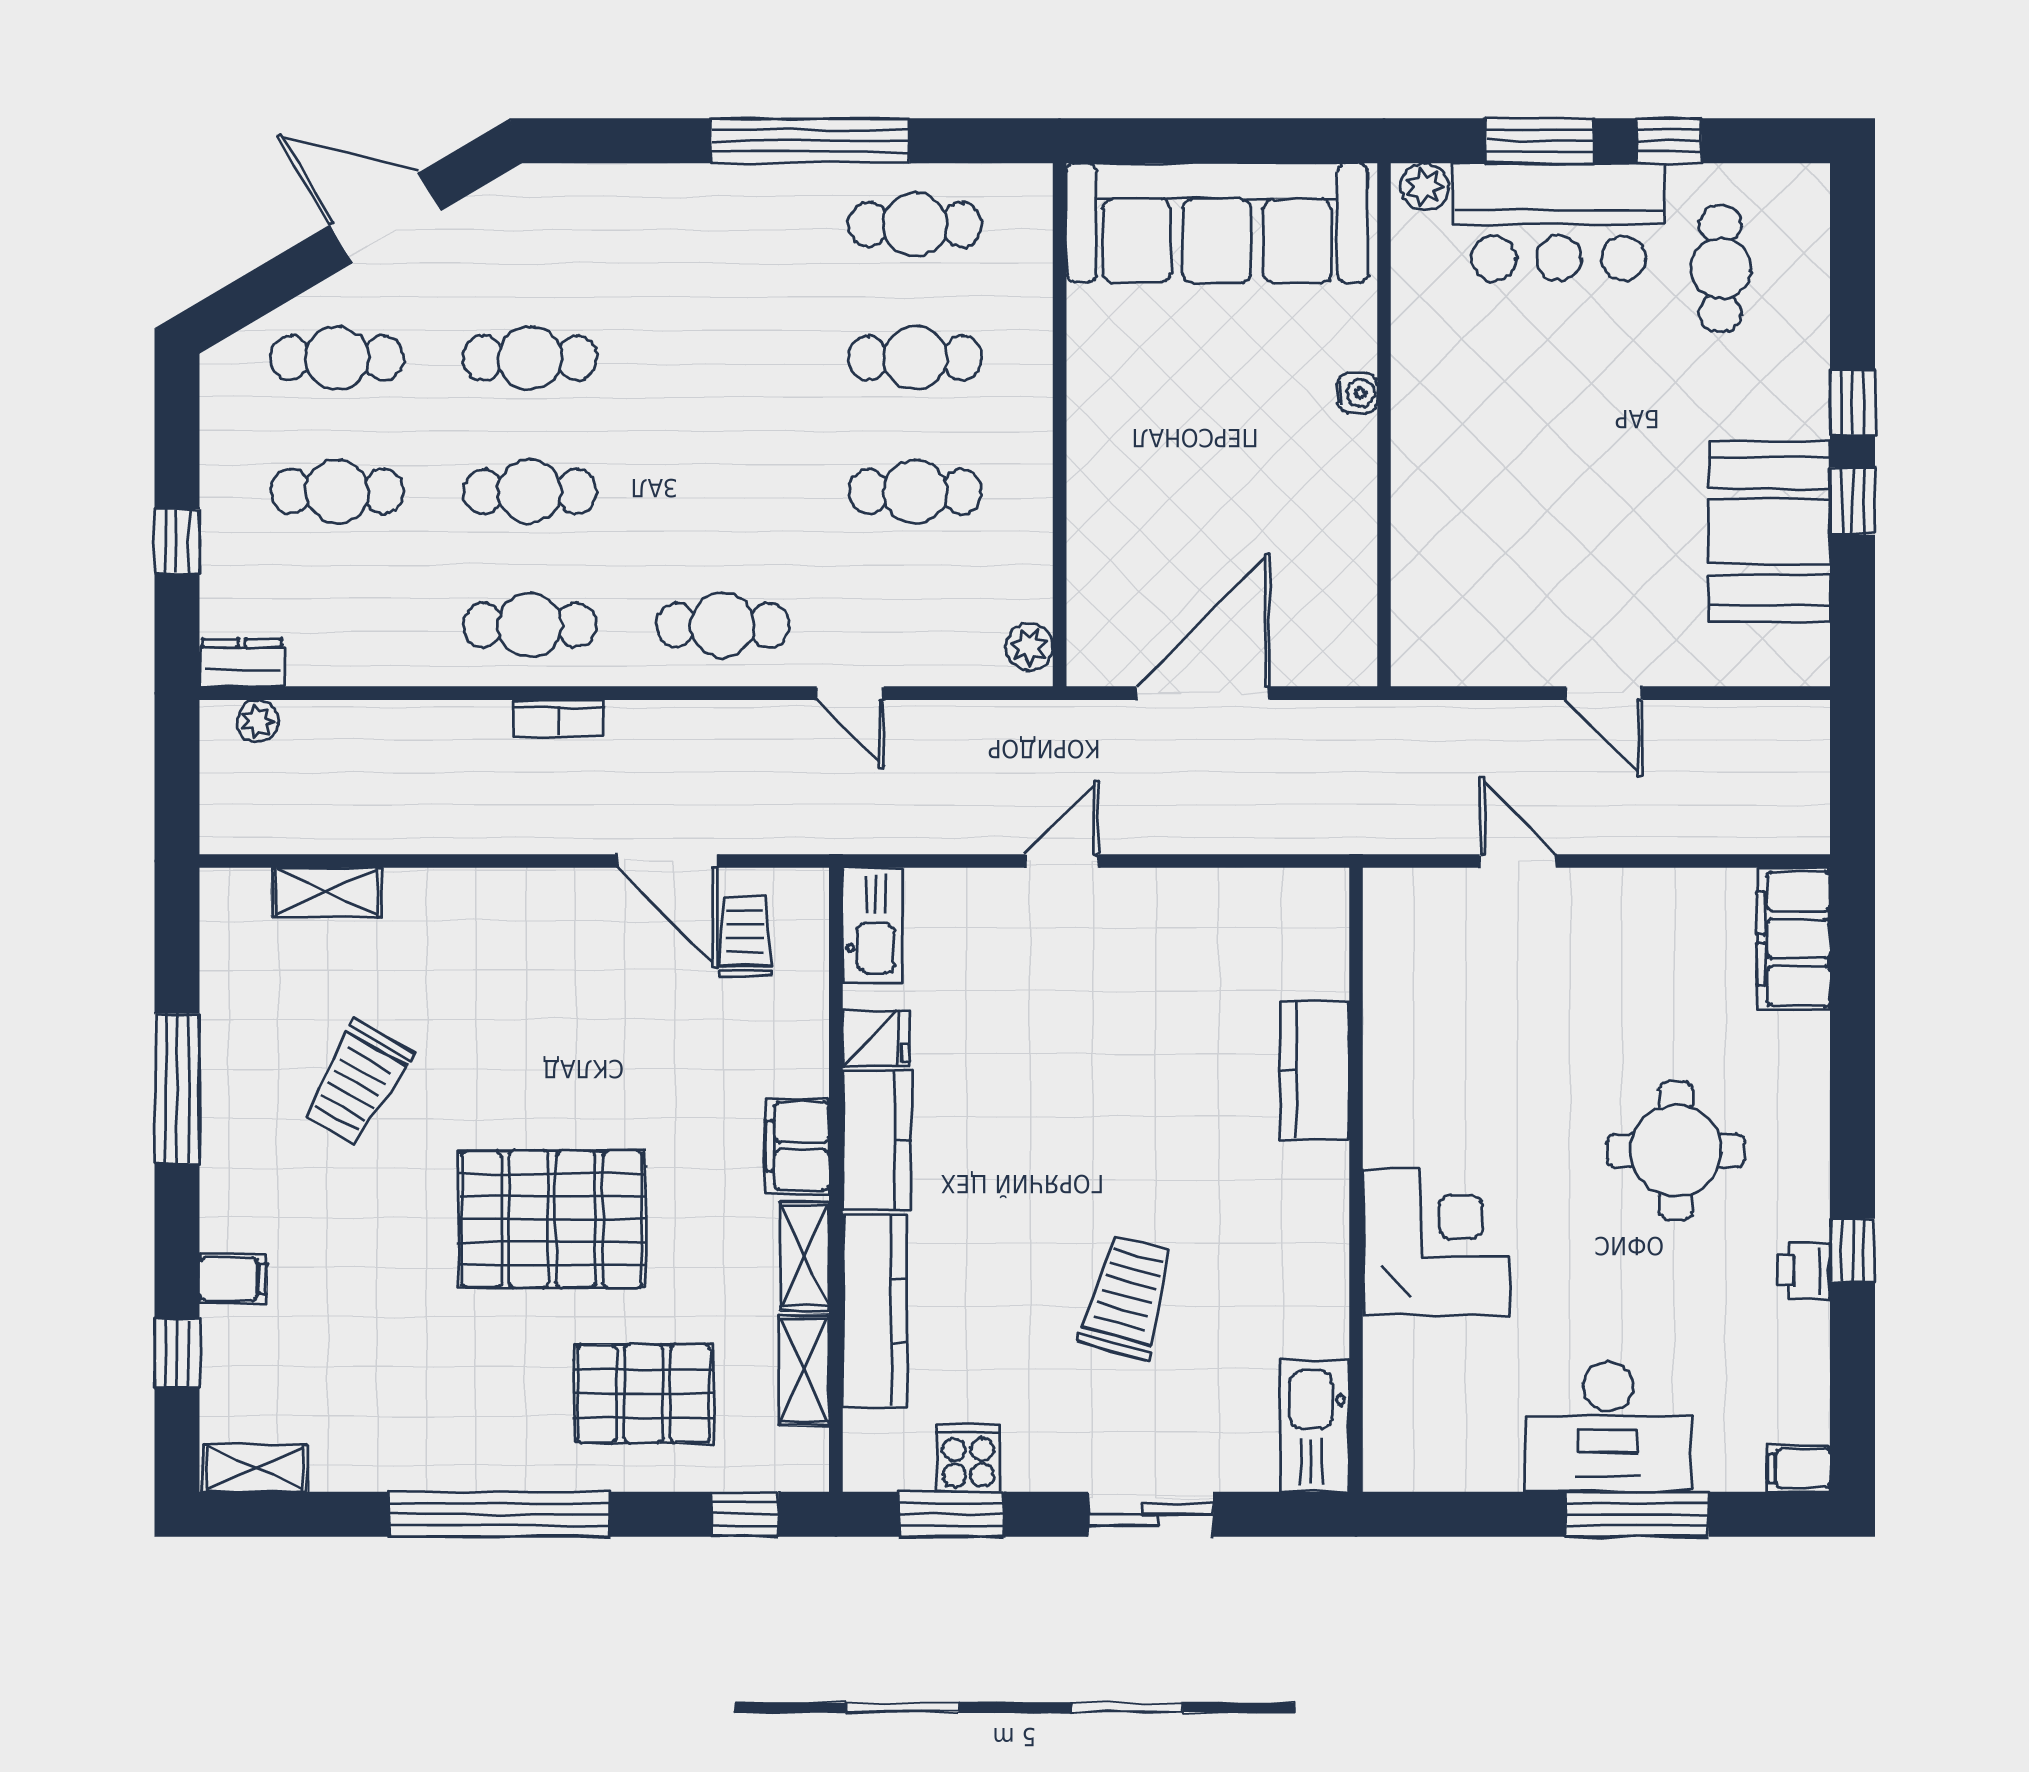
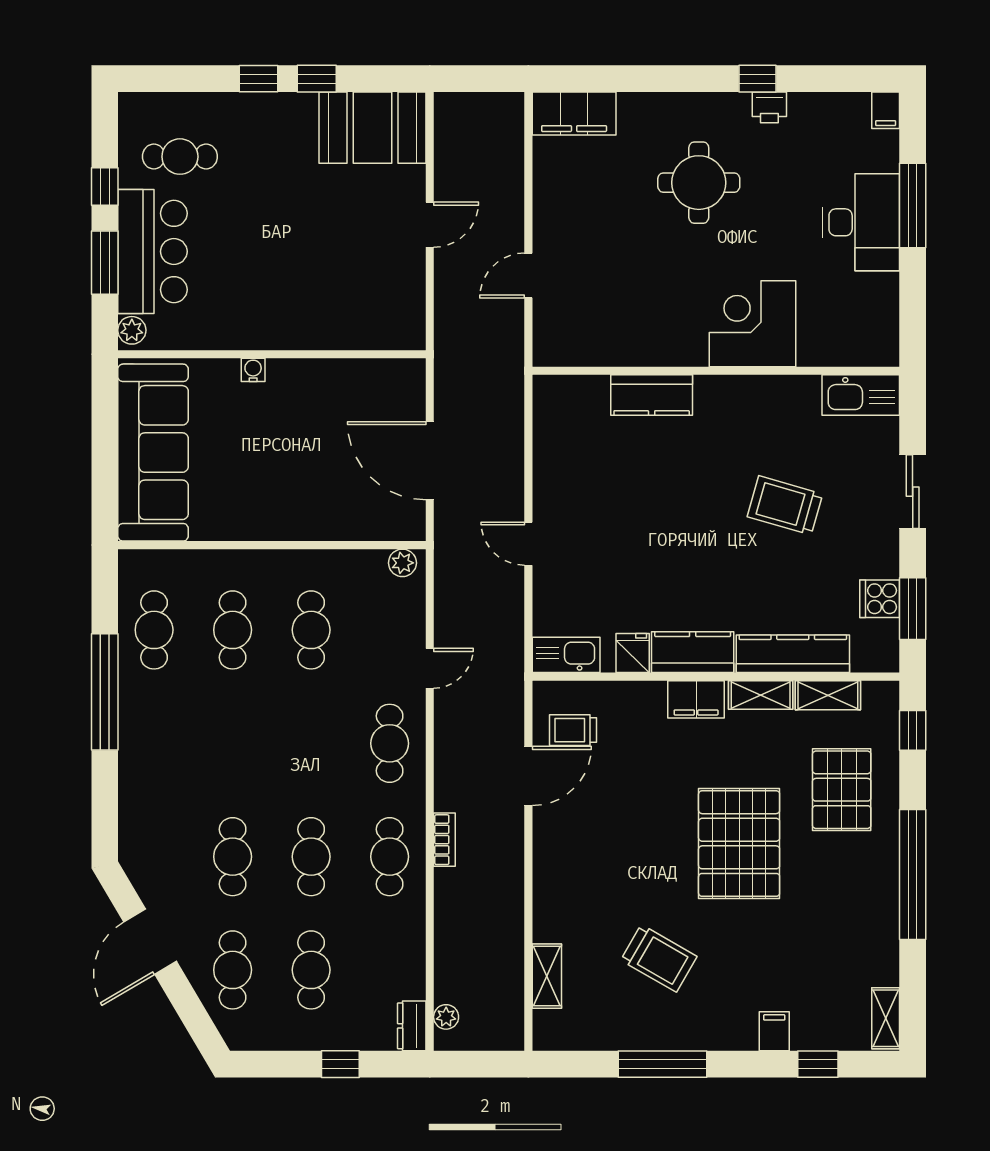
booth: (1769, 532) -> (372, 128), moved

